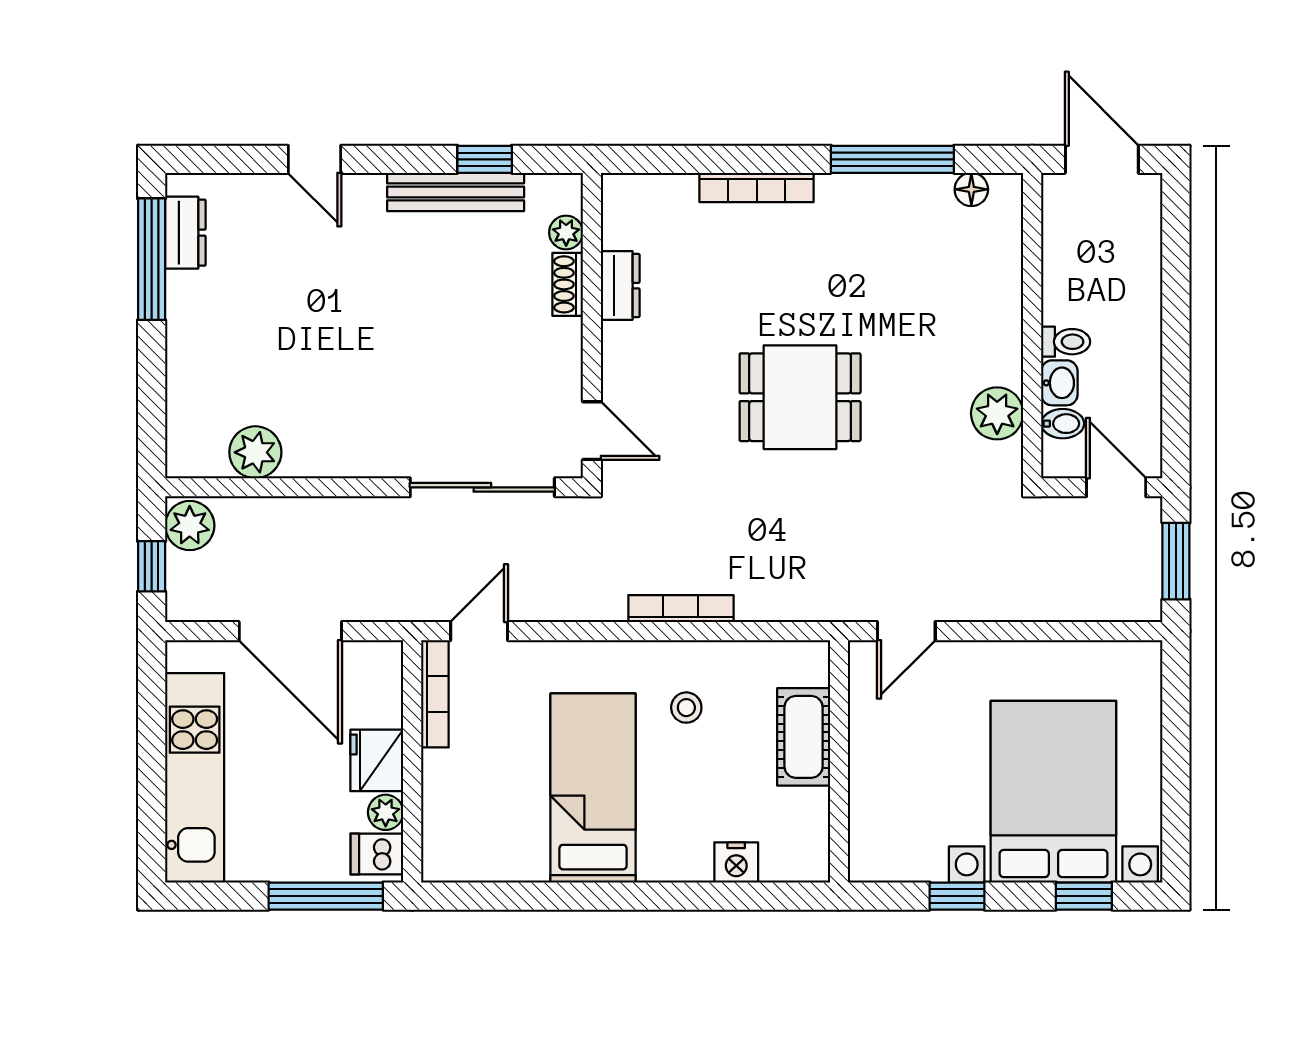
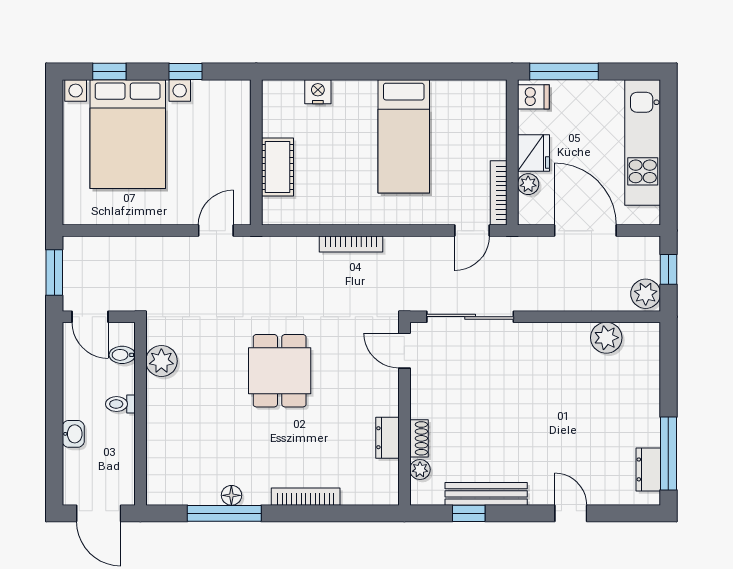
floor lamp: (971, 189) -> (231, 495), moved
washbasin: (1059, 383) -> (73, 434), moved, turned 180
dining table: (800, 397) -> (280, 371), turned 90
stool: (686, 708) -> (348, 185), removed
plant: (386, 812) -> (528, 184), moved

